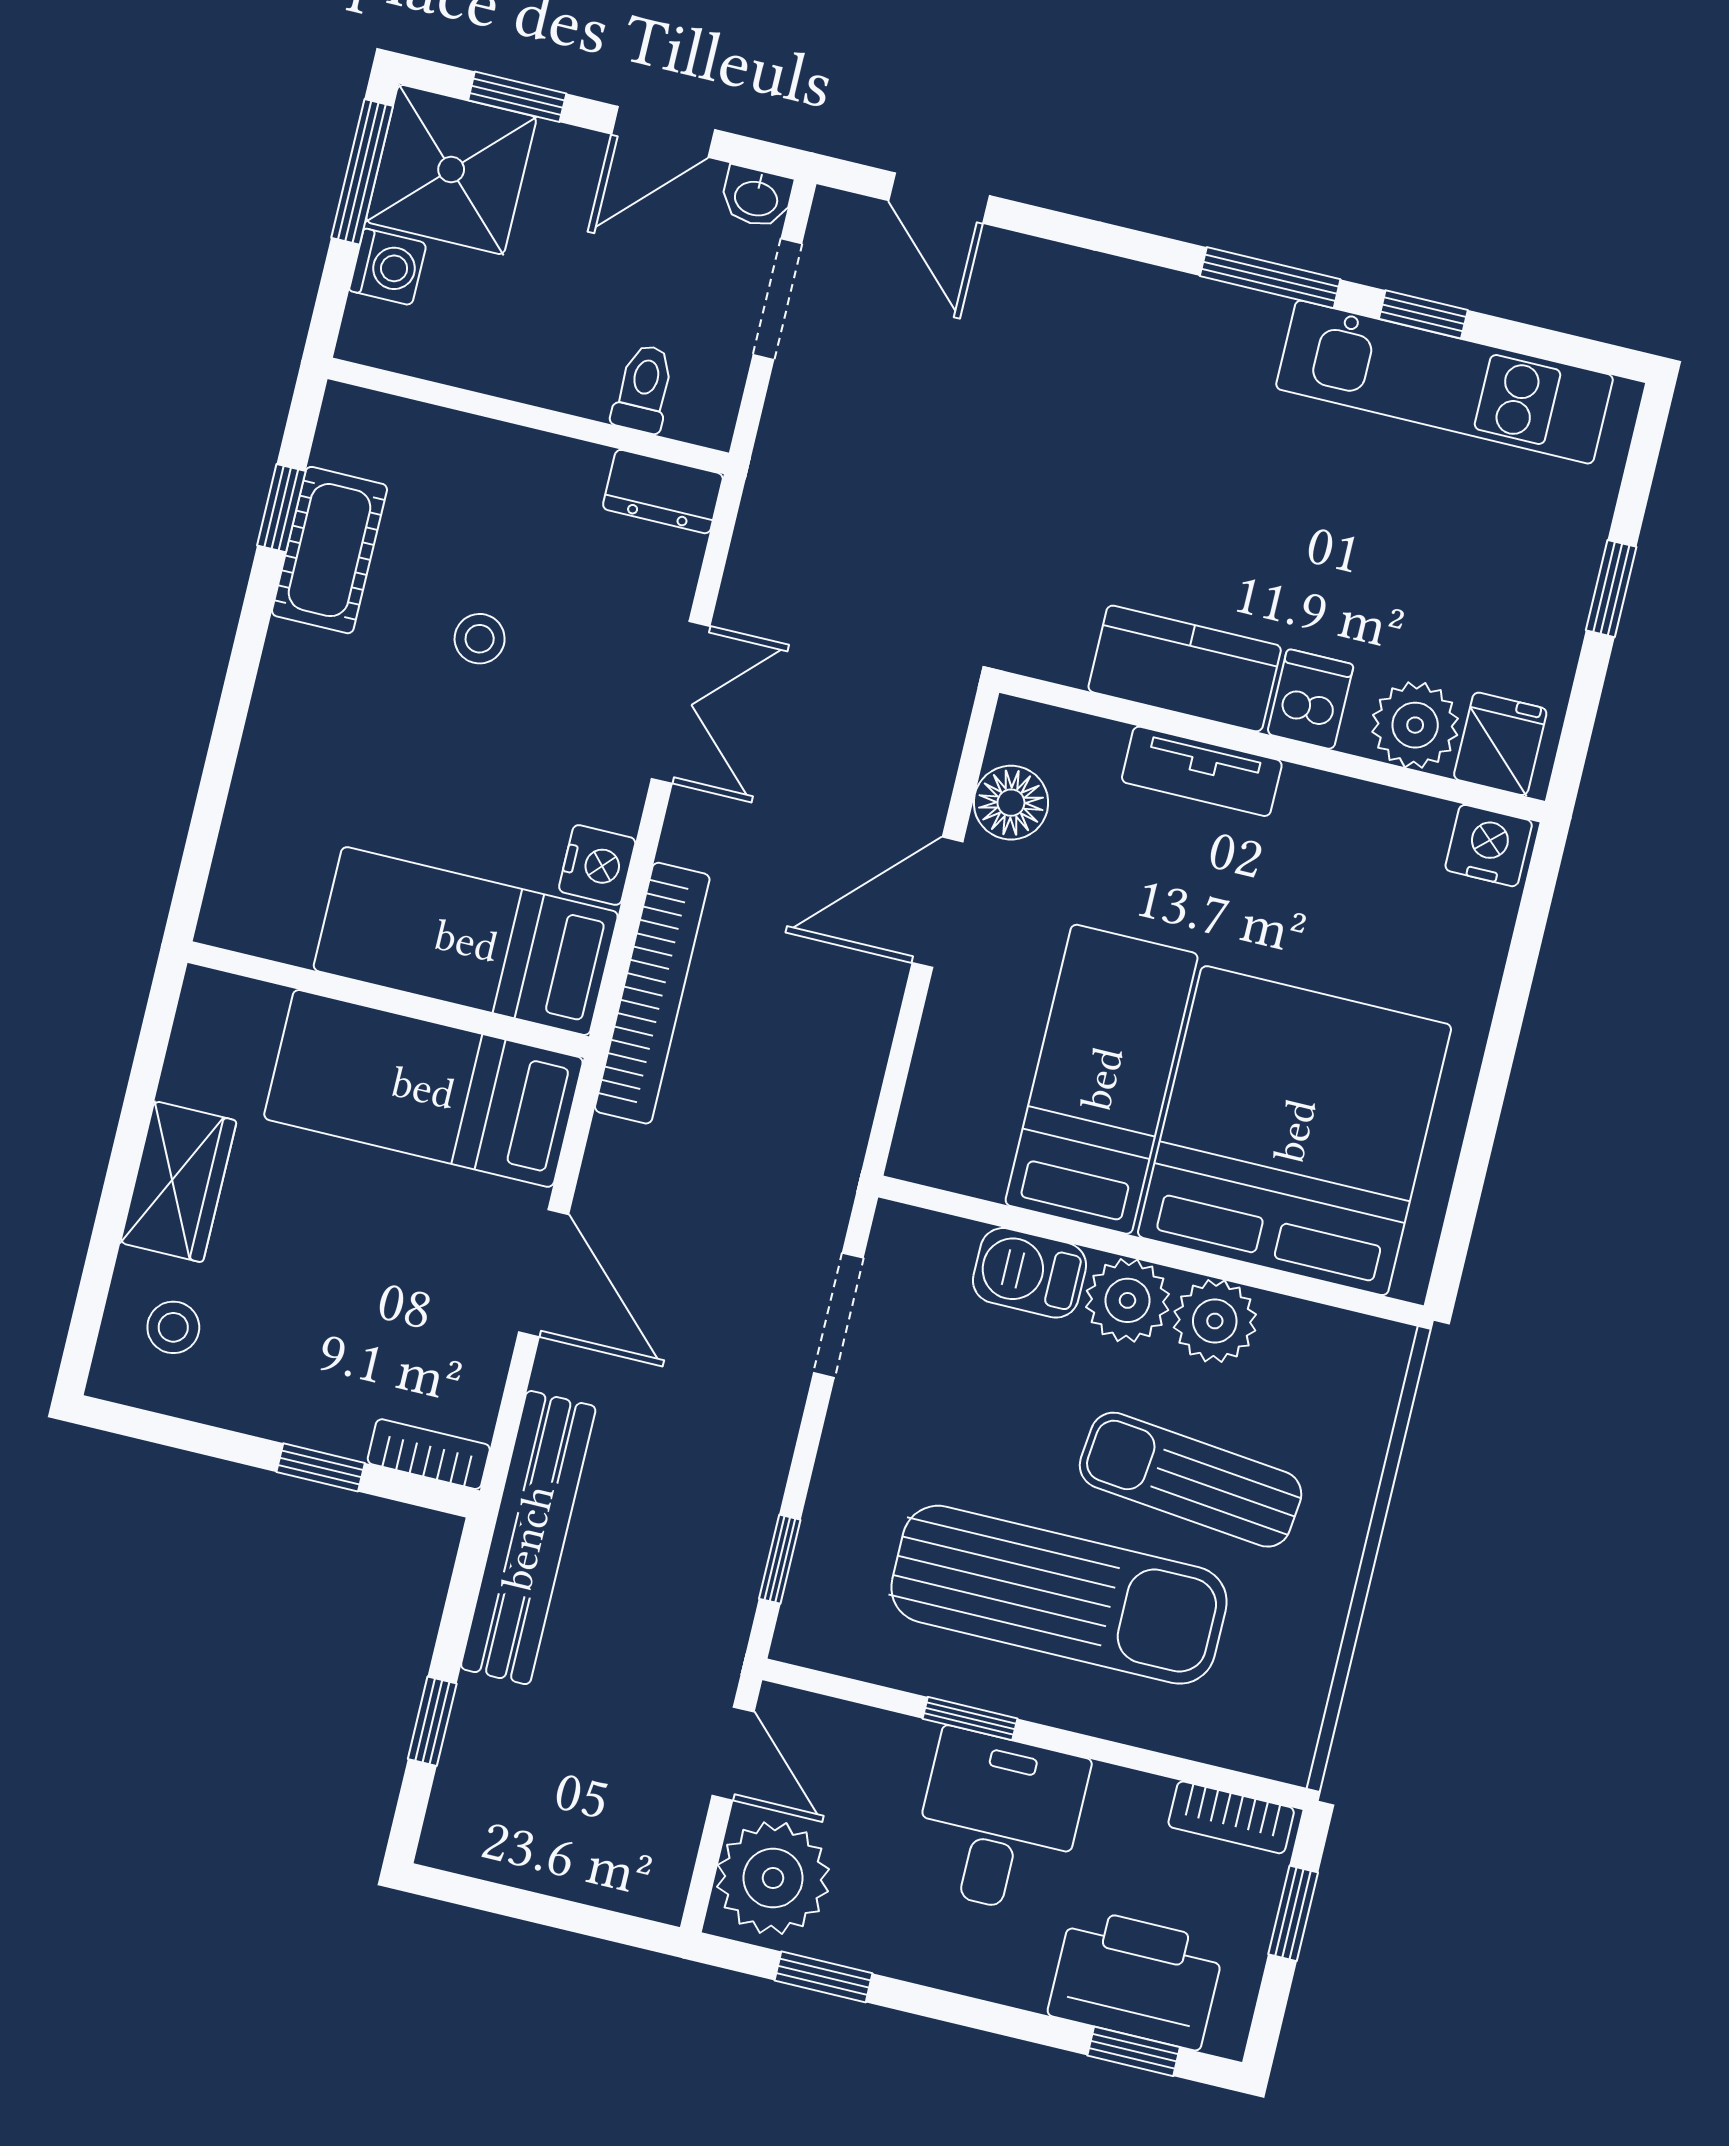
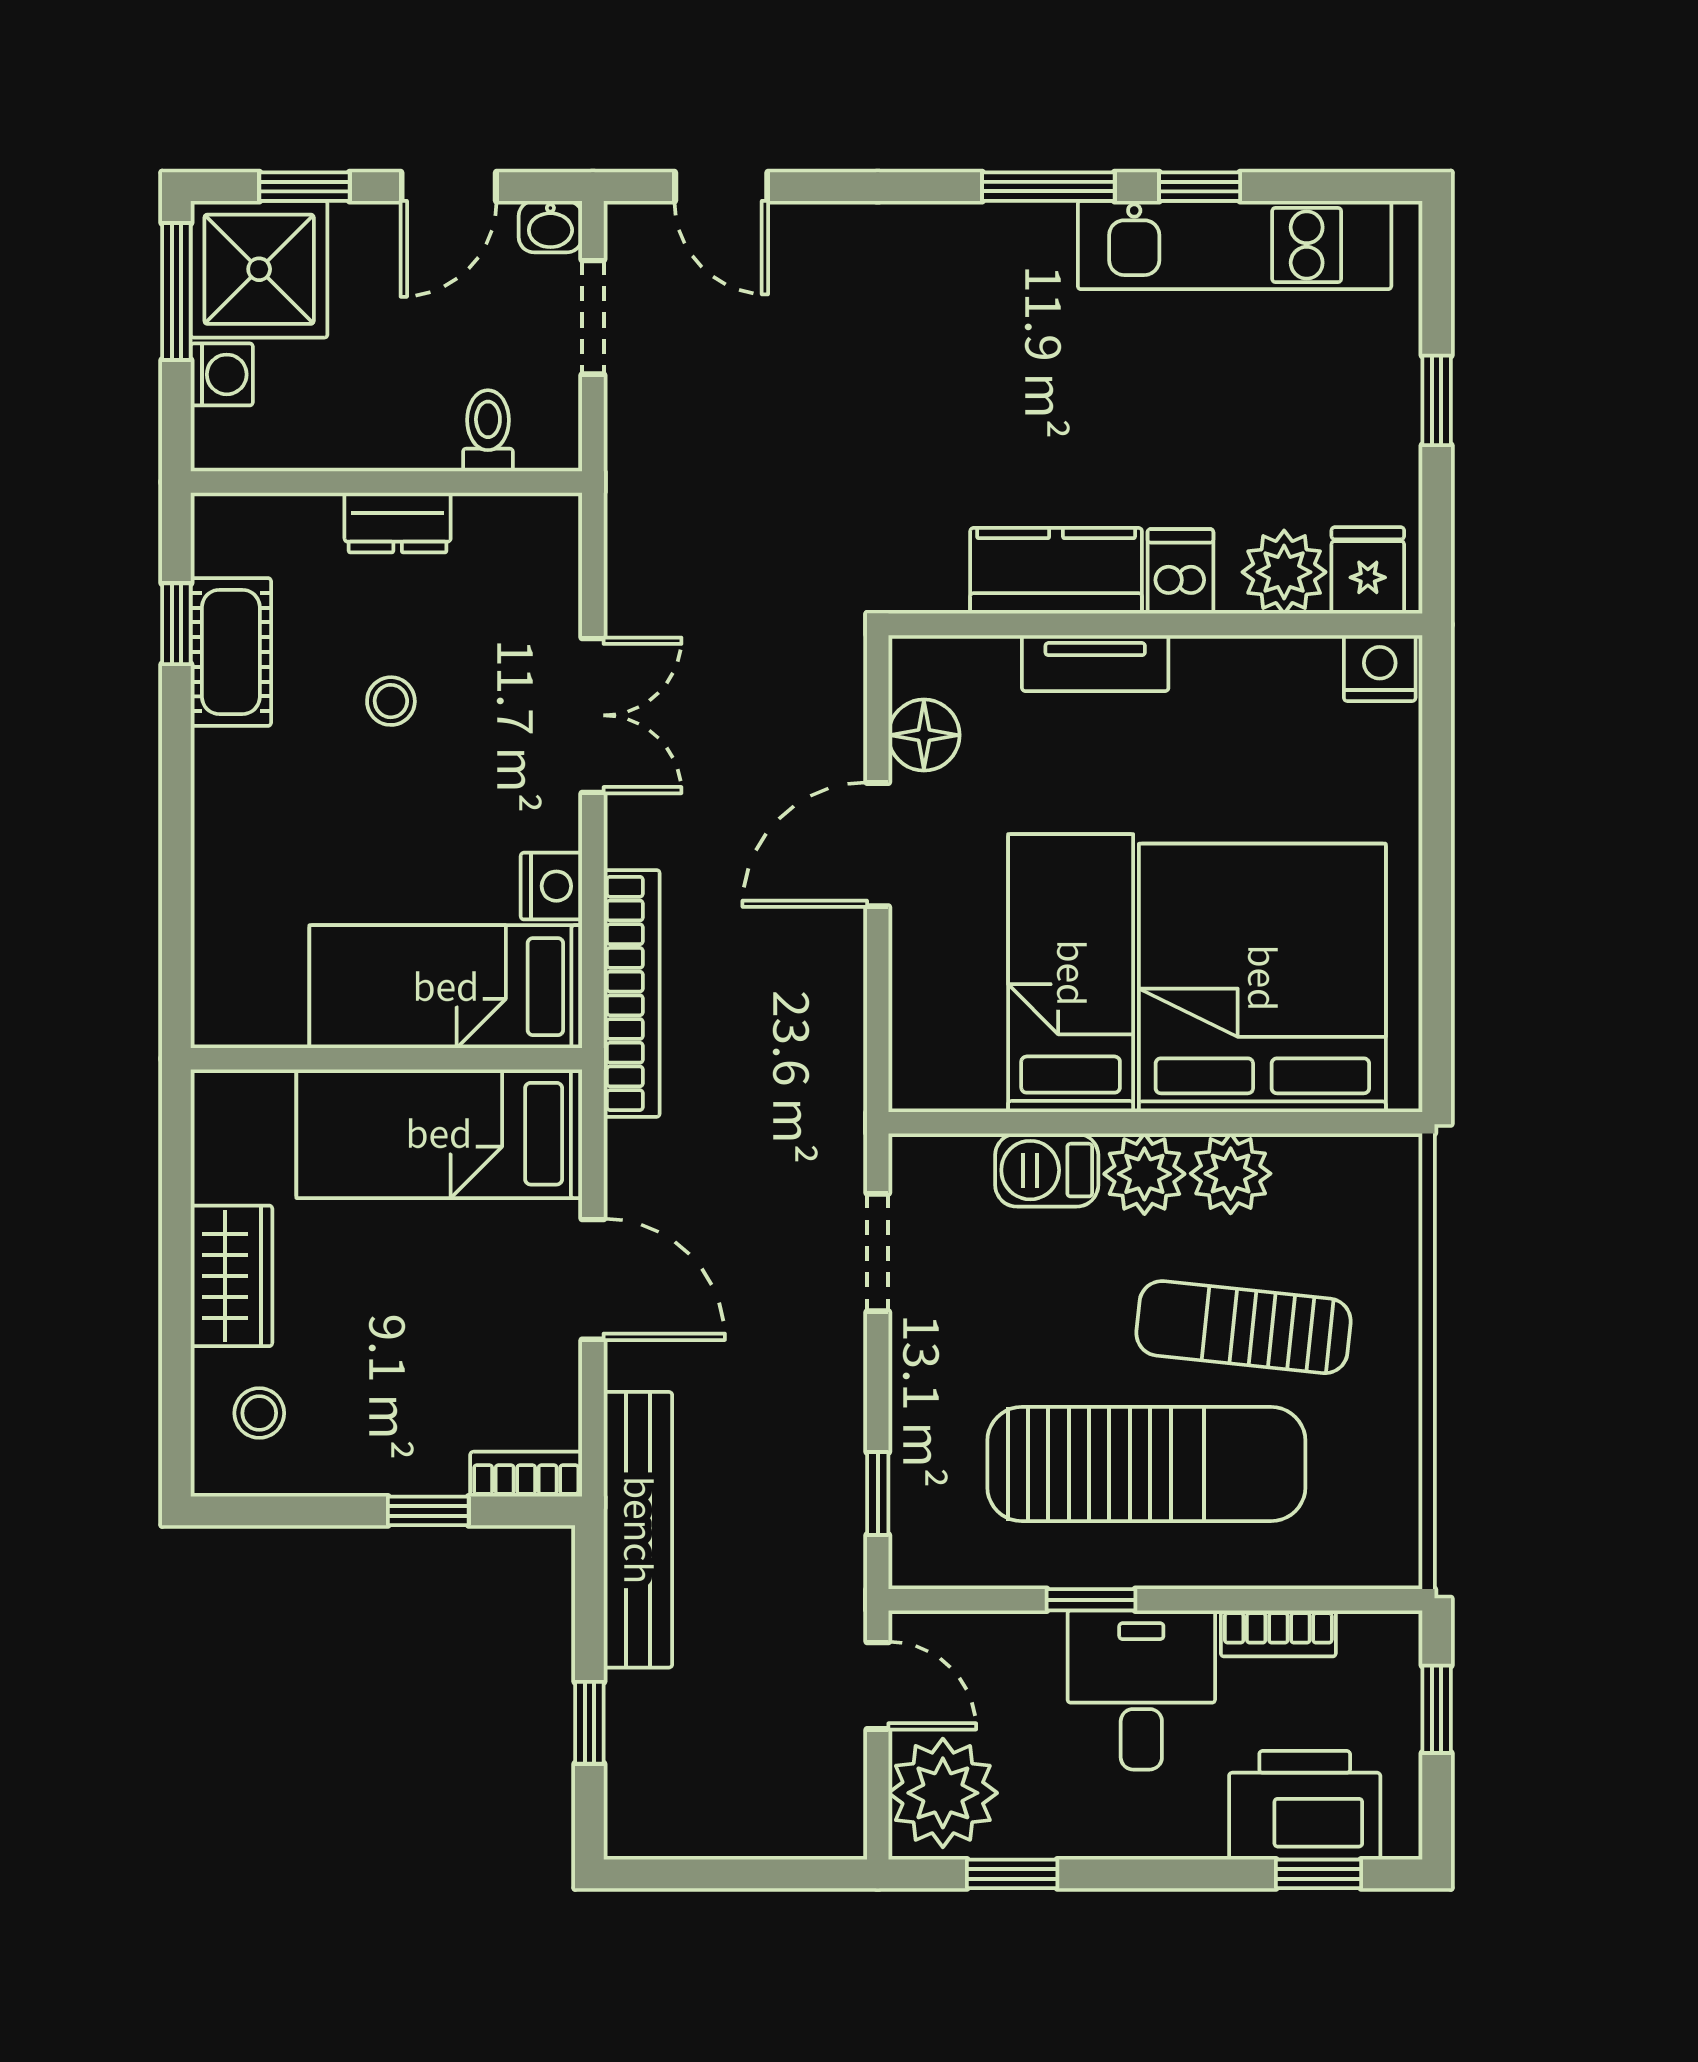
dresser: (663, 492) -> (398, 523), moved
bookcase: (1231, 1817) -> (1278, 1633), moved

